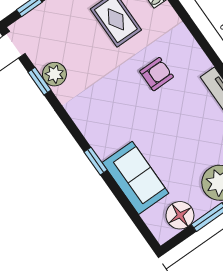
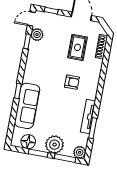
plant: (54, 74) -> (37, 35), moved
sofa: (135, 178) -> (27, 106), width x1.36

